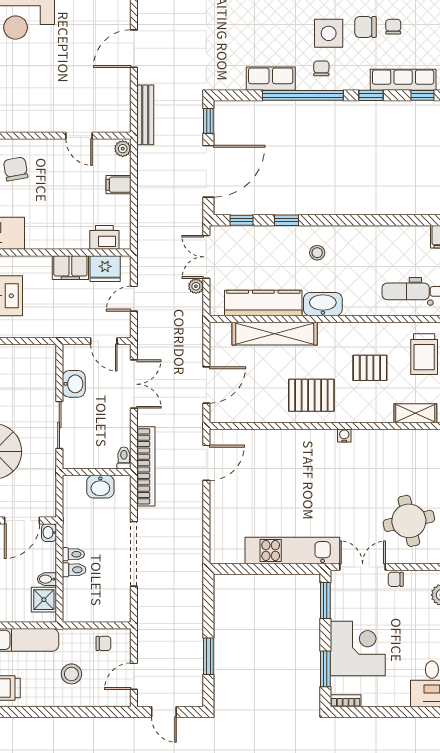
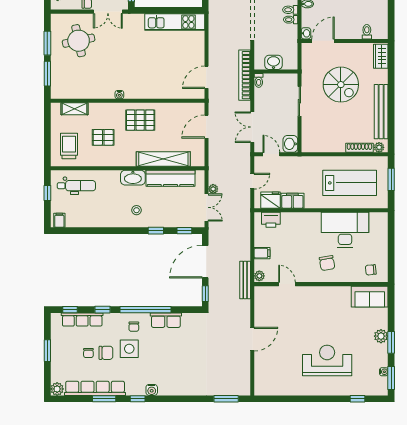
bench: (145, 115) -> (245, 280), moved
washbasin: (74, 384) -> (290, 144), moved
kitchen unit: (292, 551) -> (175, 22), moved

